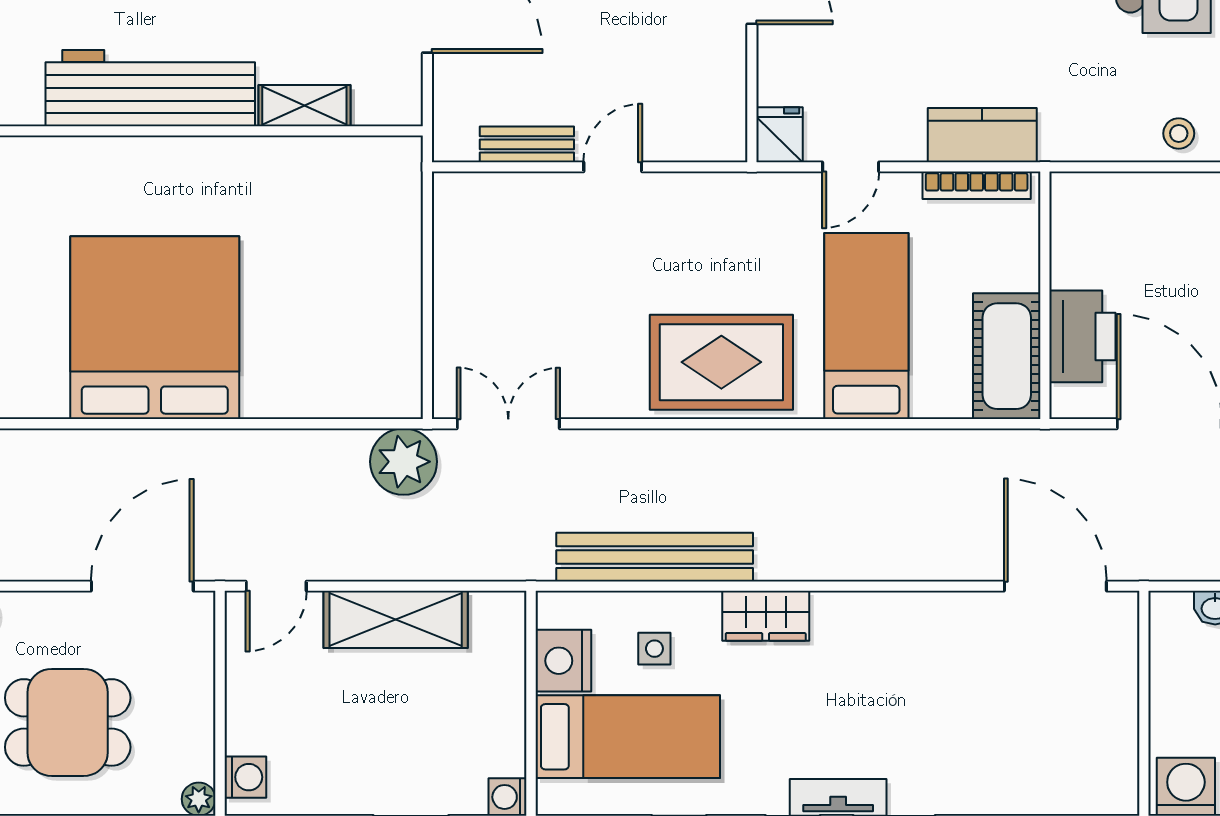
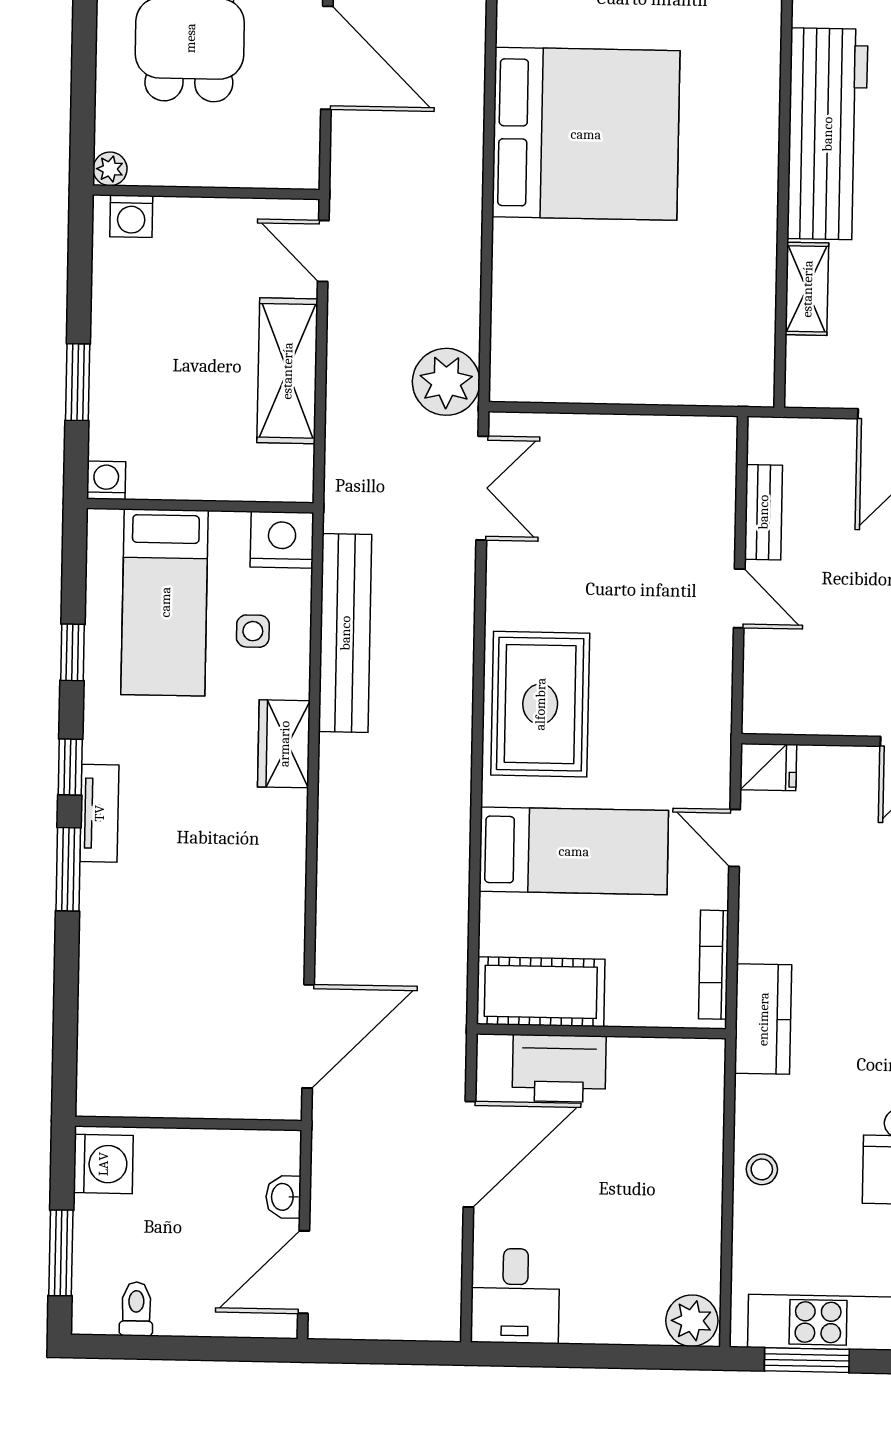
kitchen counter: (982, 135) -> (763, 1019), moved
door: (142, 586) -> (327, 58), moved
nightstand: (563, 661) -> (282, 540), moved

